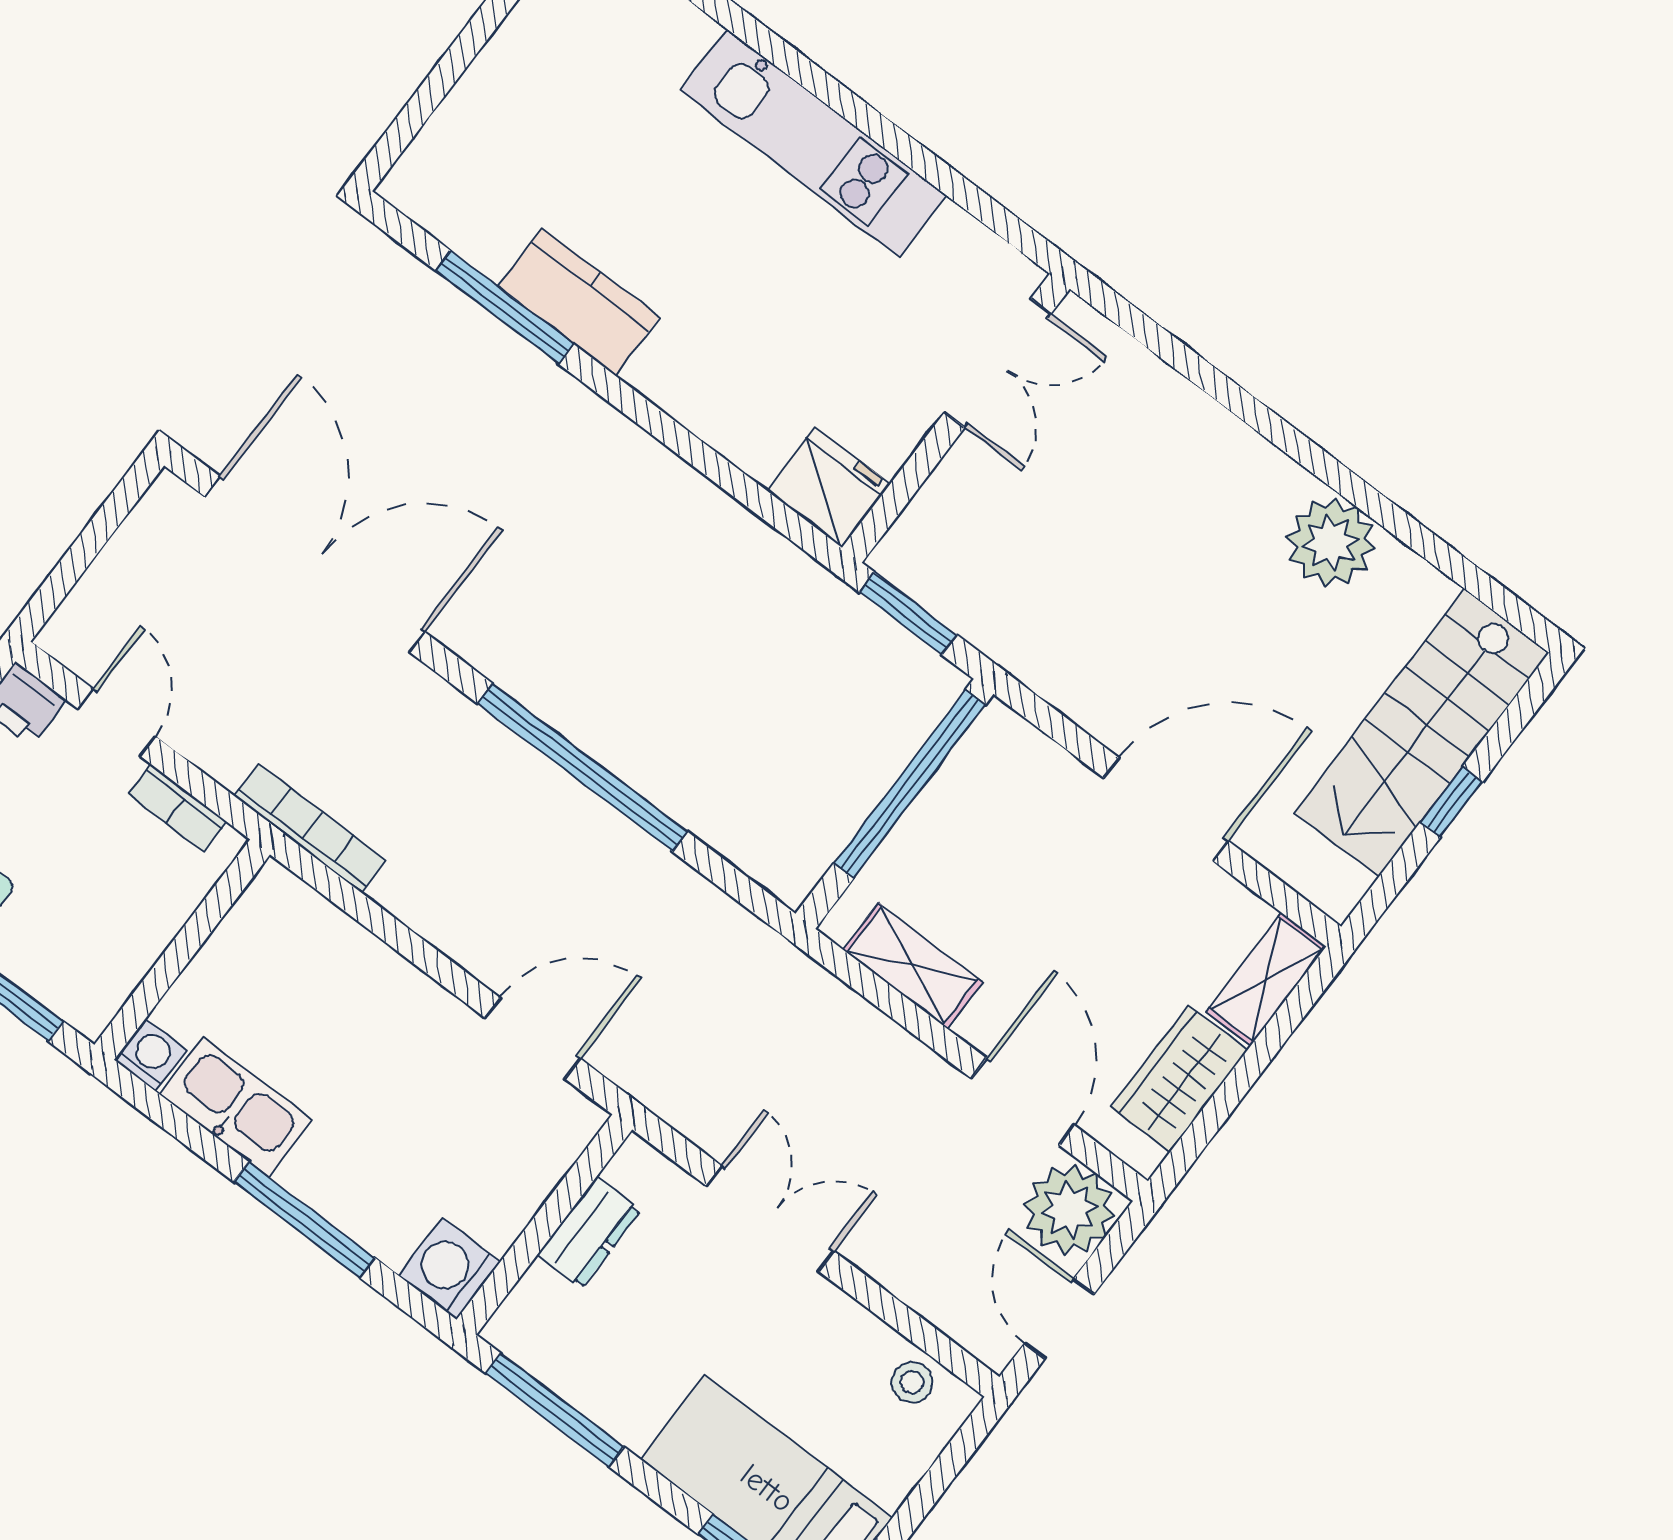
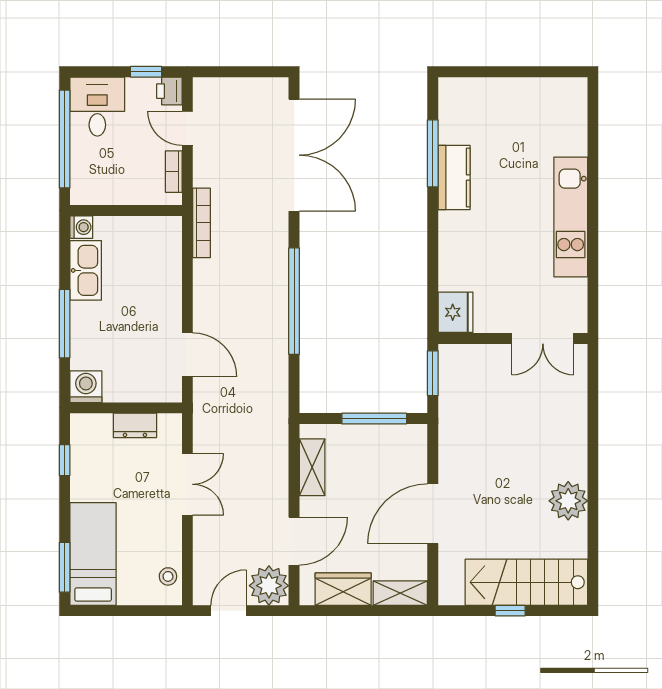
door: (117, 723) -> (187, 128), swing flipped
window: (910, 784) -> (374, 419), width x0.68
door: (1166, 809) -> (433, 514), swing flipped
window: (555, 1410) -> (65, 460), width x0.46

